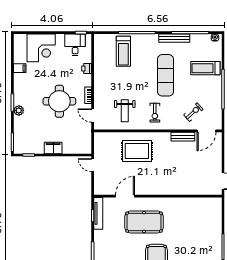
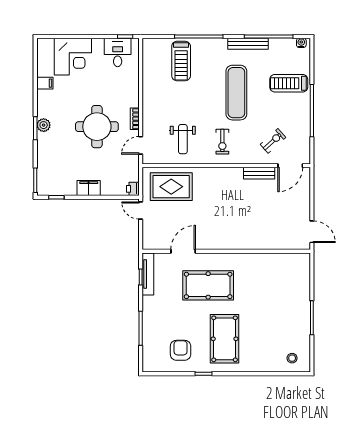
printer: (87, 68) -> (133, 189), moved
plant: (19, 110) -> (44, 125), moved
door: (93, 115) -> (141, 145), hinge flipped
rug: (137, 151) -> (171, 187), moved

